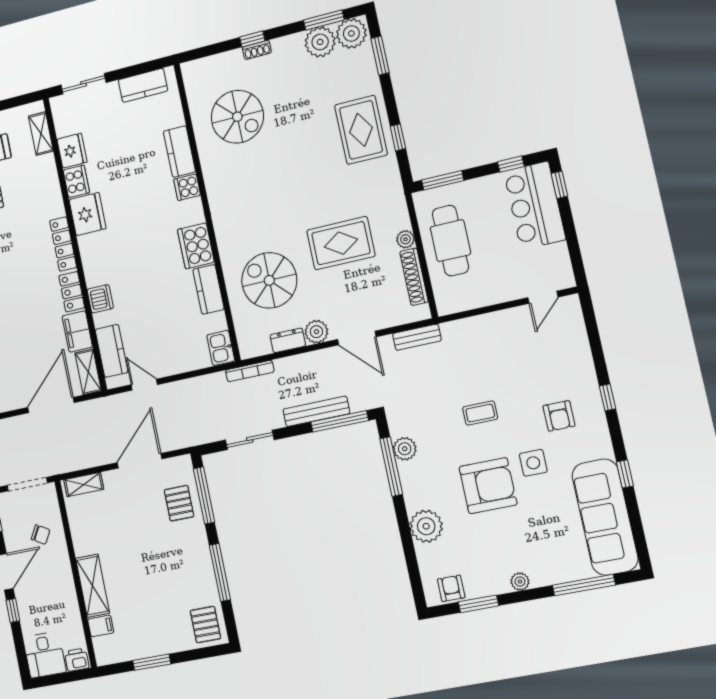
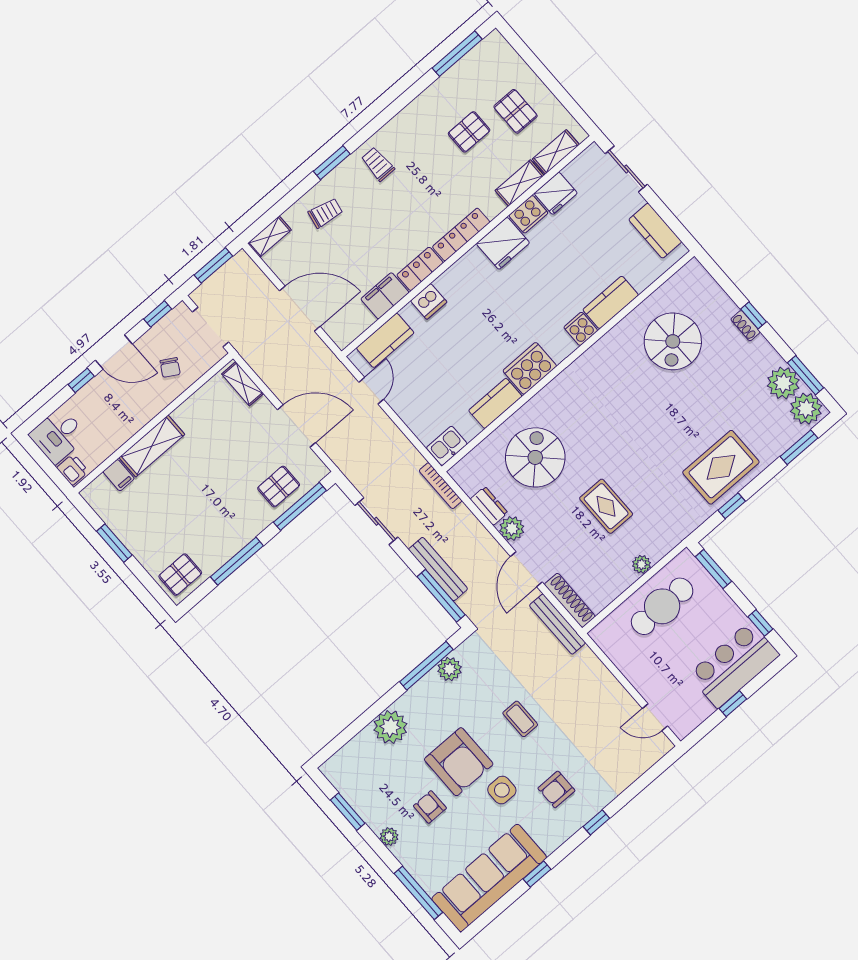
window: (559, 185) -> (733, 704), moved
rug: (341, 243) -> (606, 506), width x0.73, depth x0.70
shoe rack: (414, 277) -> (570, 600), moved, turned 90
bench: (417, 337) -> (557, 624), width x1.36
shelving: (88, 372) -> (520, 183), moved
armchair: (451, 588) -> (430, 807), moved, turned -90

